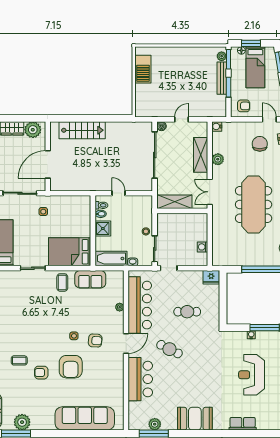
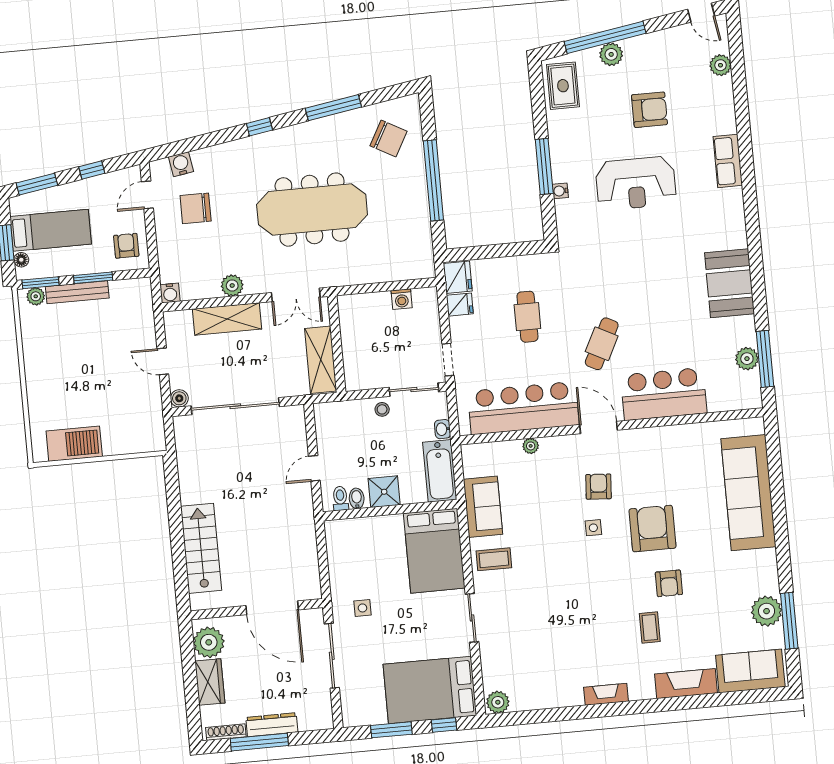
fridge: (197, 277) -> (460, 305), added
armchair: (71, 367) -> (652, 529), turned -90
row of seats: (243, 424) -> (728, 161), moved

